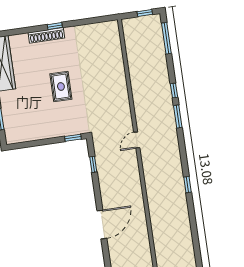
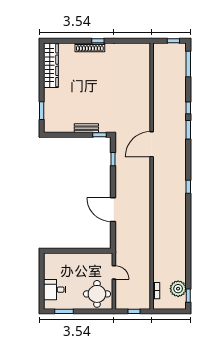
rug: (61, 86) -> (96, 91), removed
bench: (56, 132) -> (86, 128), added
door: (137, 140) -> (152, 144), width x1.87
door: (102, 225) -> (113, 210), swing flipped

